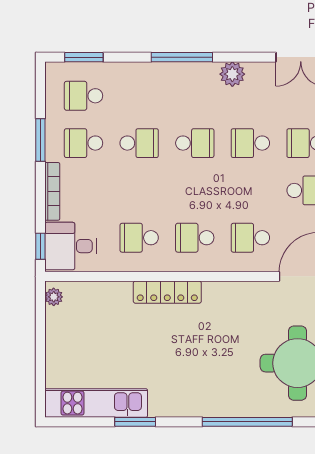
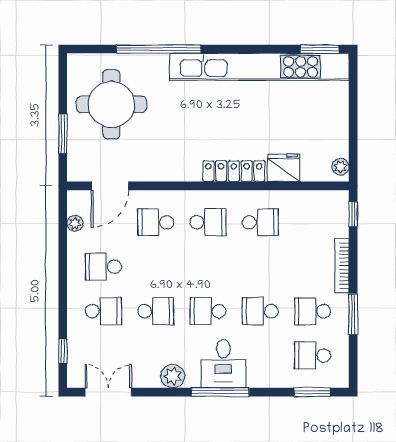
school desk: (84, 96) -> (313, 356), turned 180
school desk: (84, 143) -> (313, 311), turned 180
school desk: (250, 238) -> (156, 222), turned 180
desk: (70, 246) -> (223, 364), moved, turned 90
fridge: (114, 296) -> (284, 168), added
kitchen unit: (96, 403) -> (259, 67), width x1.86
window: (135, 422) -> (320, 49), moved

